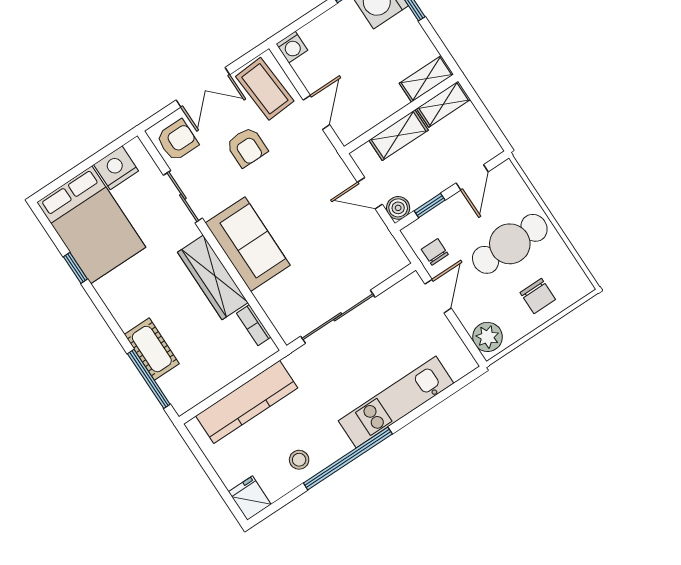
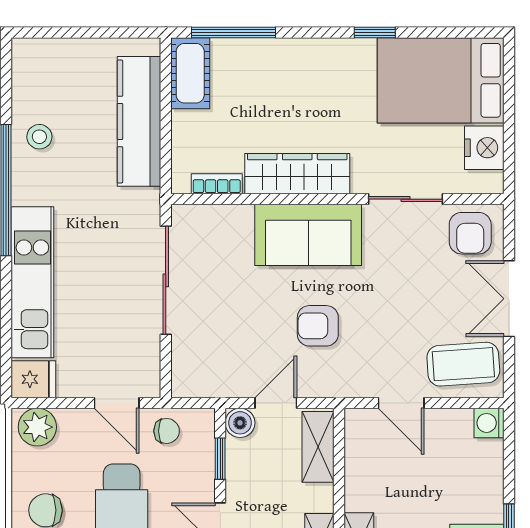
shelving: (399, 135) -> (318, 447), moved
armchair: (247, 147) -> (318, 326), moved
window: (75, 268) -> (375, 33), moved
cot: (152, 349) -> (190, 73), moved, turned 90
fridge: (250, 498) -> (33, 379), moved

